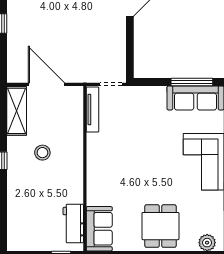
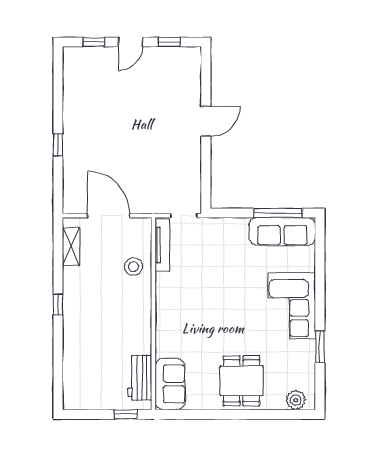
shelving: (17, 111) -> (71, 247), width x0.67, depth x0.75
stool: (42, 153) -> (134, 267), moved

